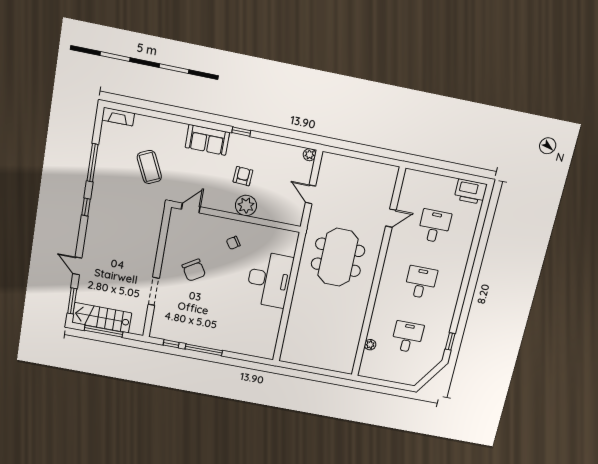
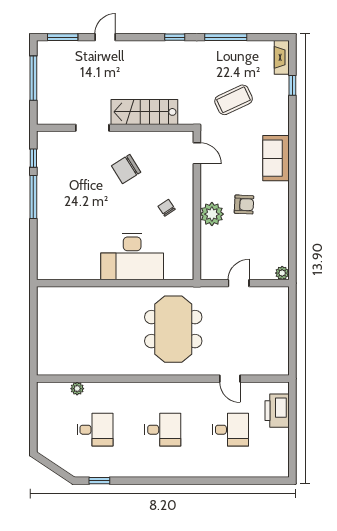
window: (241, 132) -> (292, 85), moved
printer: (471, 192) -> (277, 411), moved
meeting table: (338, 257) -> (173, 329), turned 90
stairs: (102, 318) -> (144, 112), moved, turned -90

